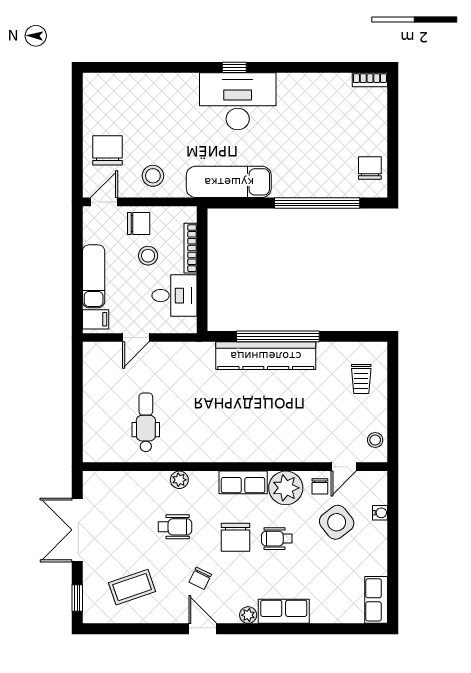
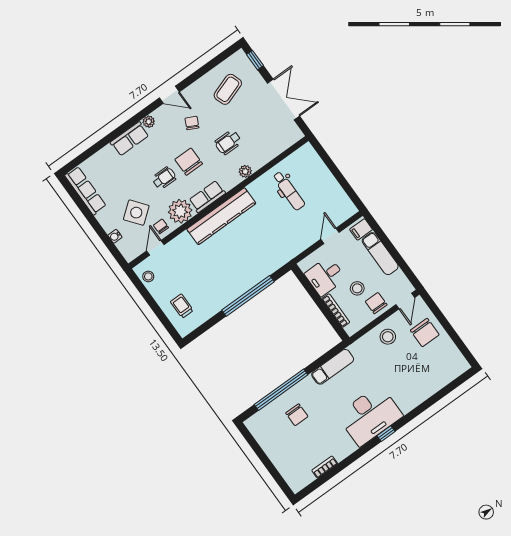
bookcase: (370, 80) -> (325, 467), moved
chair: (370, 168) -> (297, 415), moved
exam couch: (229, 182) -> (333, 367), width x0.73, depth x0.69
chair: (139, 223) -> (376, 303), turned 90
kitchen counter: (266, 356) -> (221, 216), moved, turned 180
row of seats: (376, 600) -> (85, 191), width x1.48

